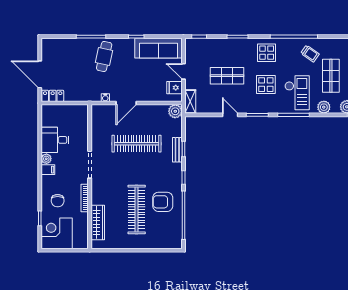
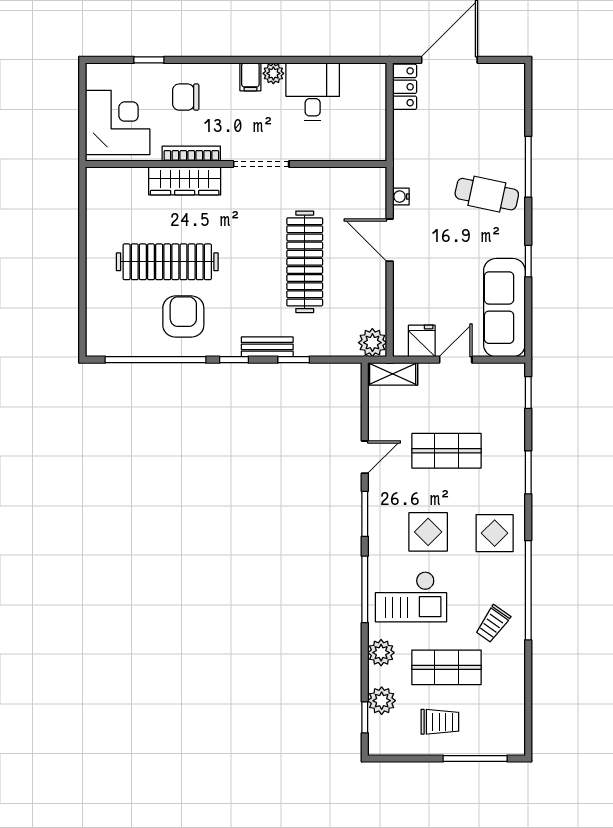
shop shelf: (227, 76) -> (447, 451), turned 90
bench: (177, 150) -> (267, 347), moved
wardrobe: (98, 222) -> (185, 181), moved
corner desk: (57, 233) -> (118, 123), moved

